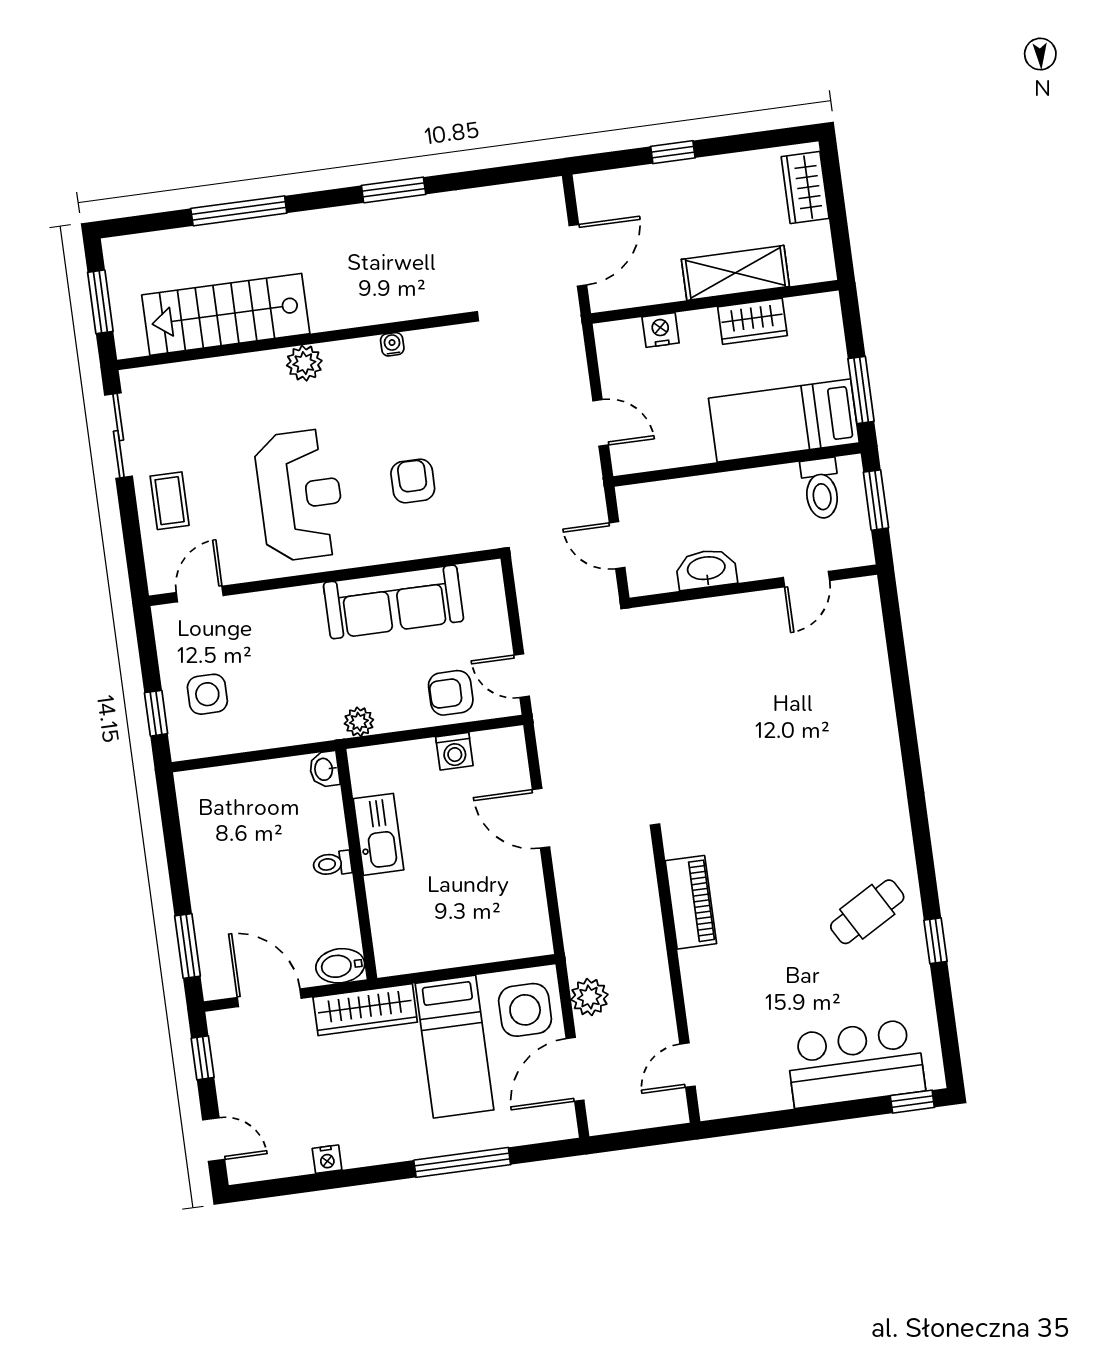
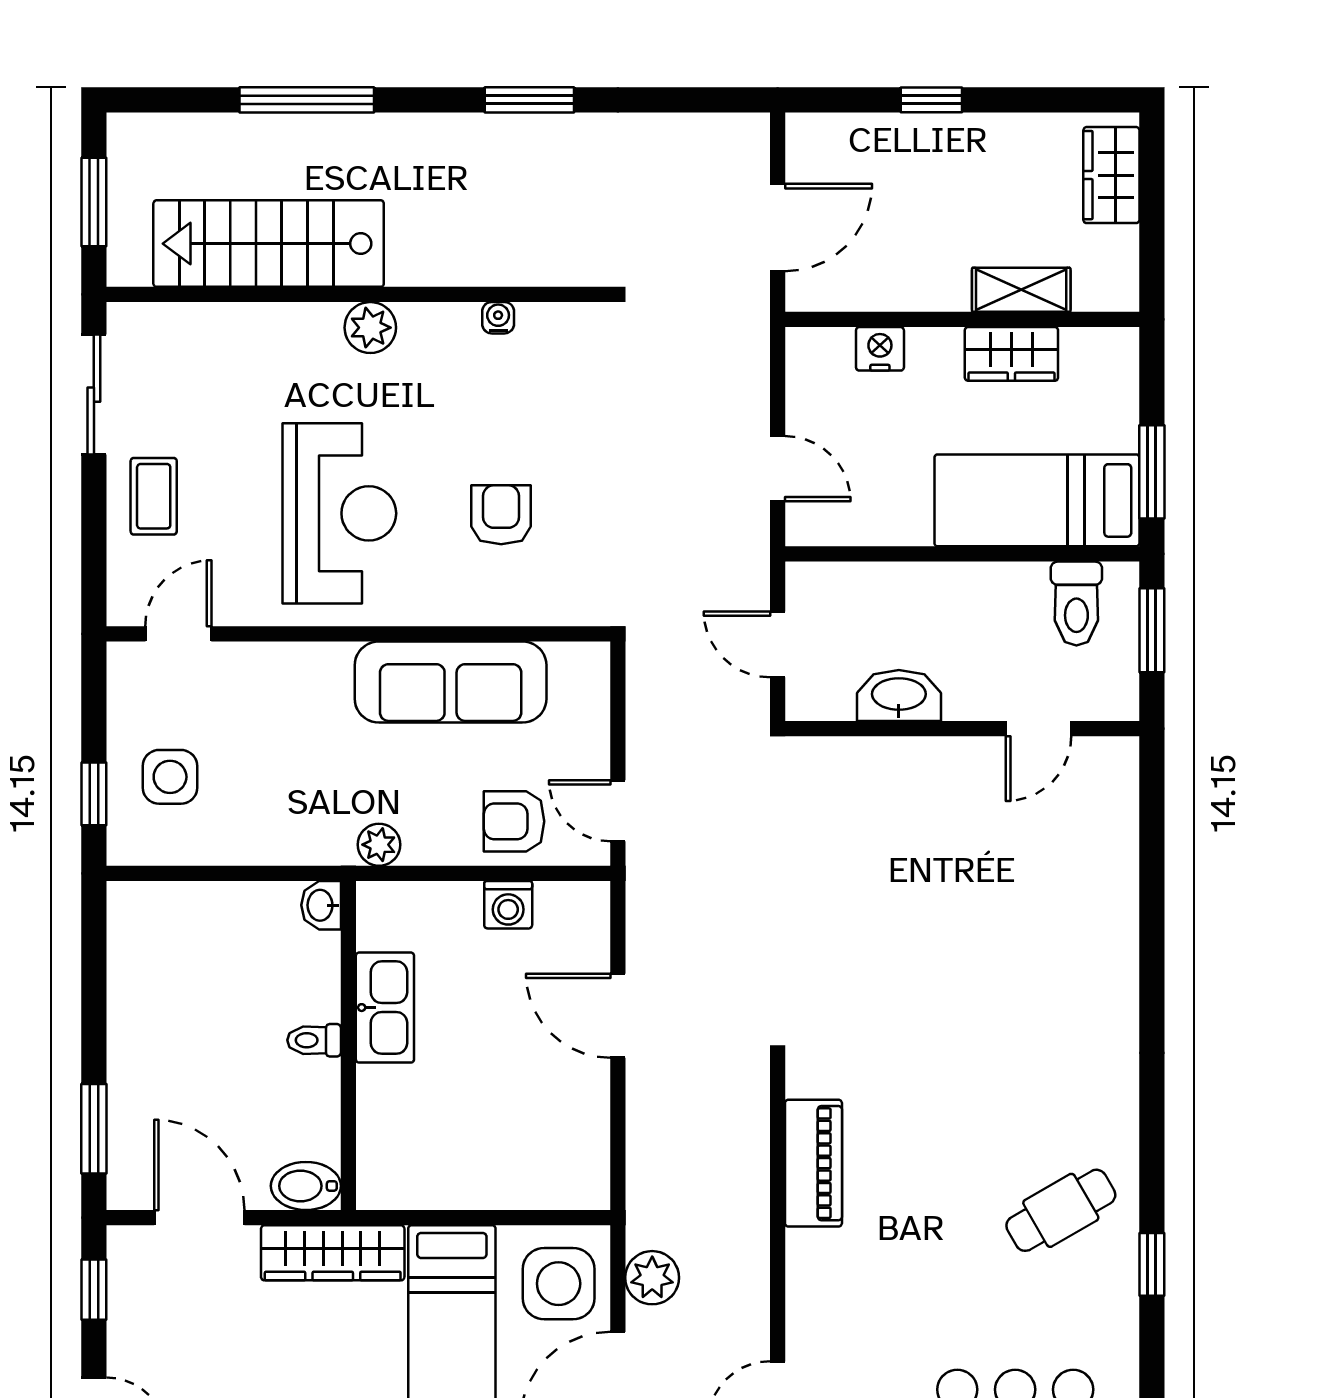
shelving: (735, 273) -> (1021, 290), width x0.67, depth x0.75

